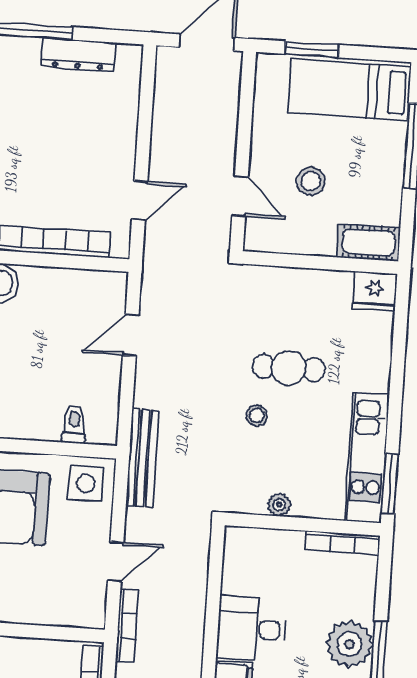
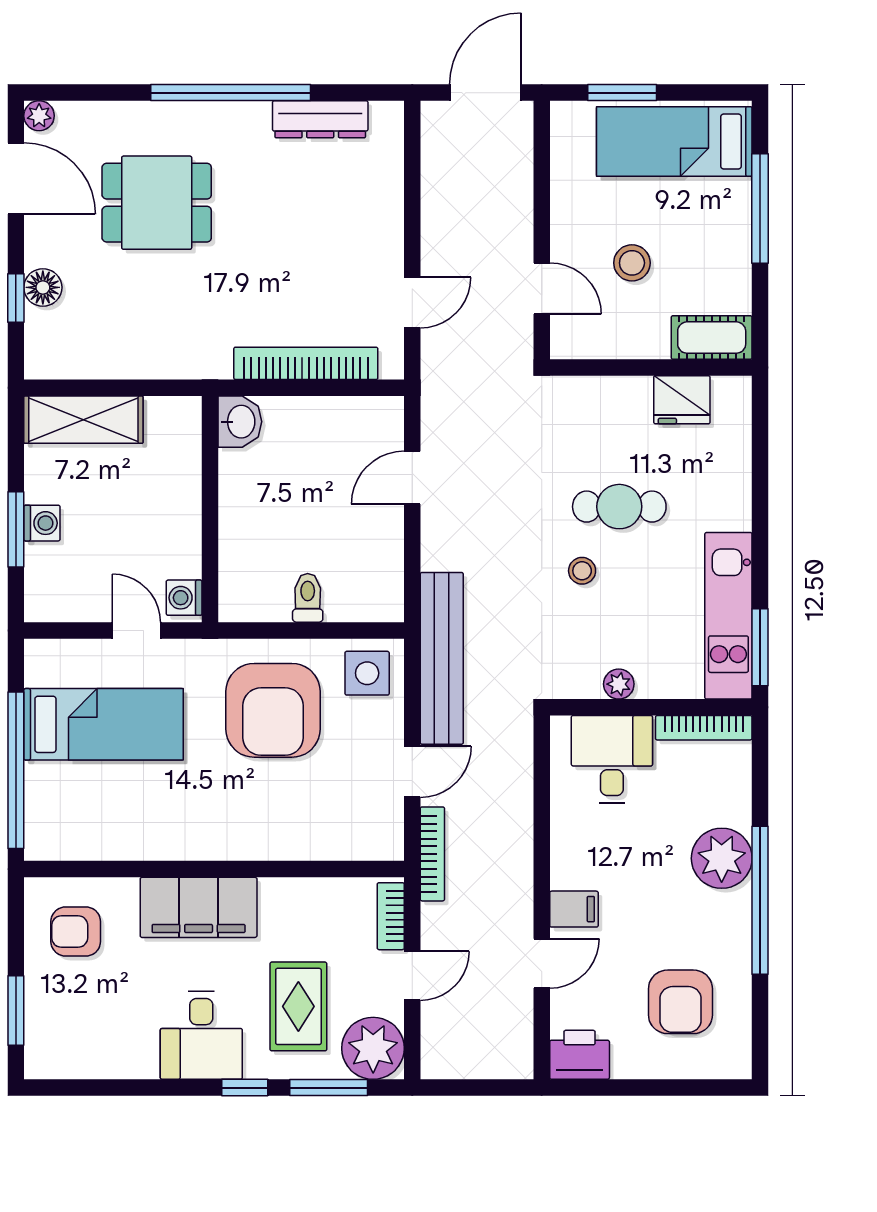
fridge: (375, 291) -> (682, 400), moved
toilet: (74, 424) -> (308, 598), moved
bench: (142, 458) -> (442, 658), width x1.37, depth x1.21
desk: (251, 629) -> (612, 759), moved, turned 90

